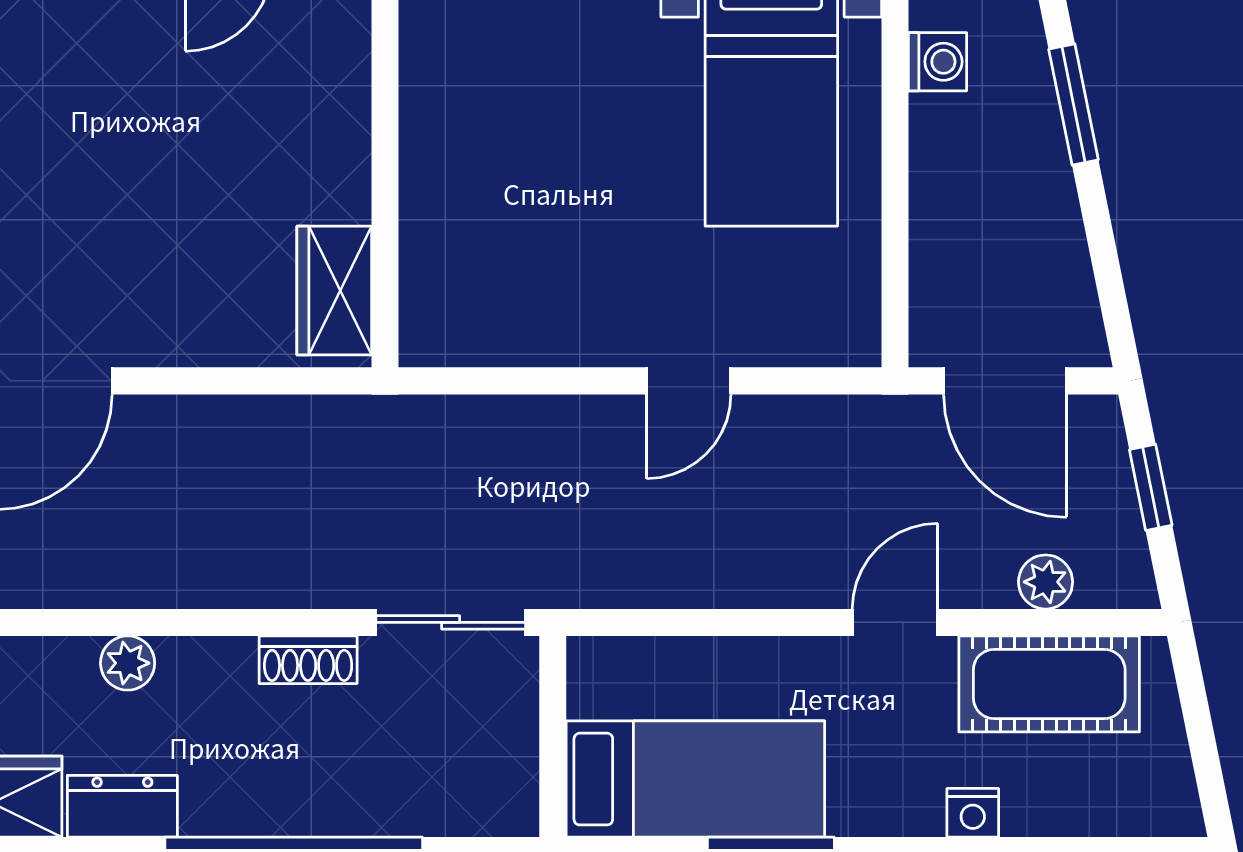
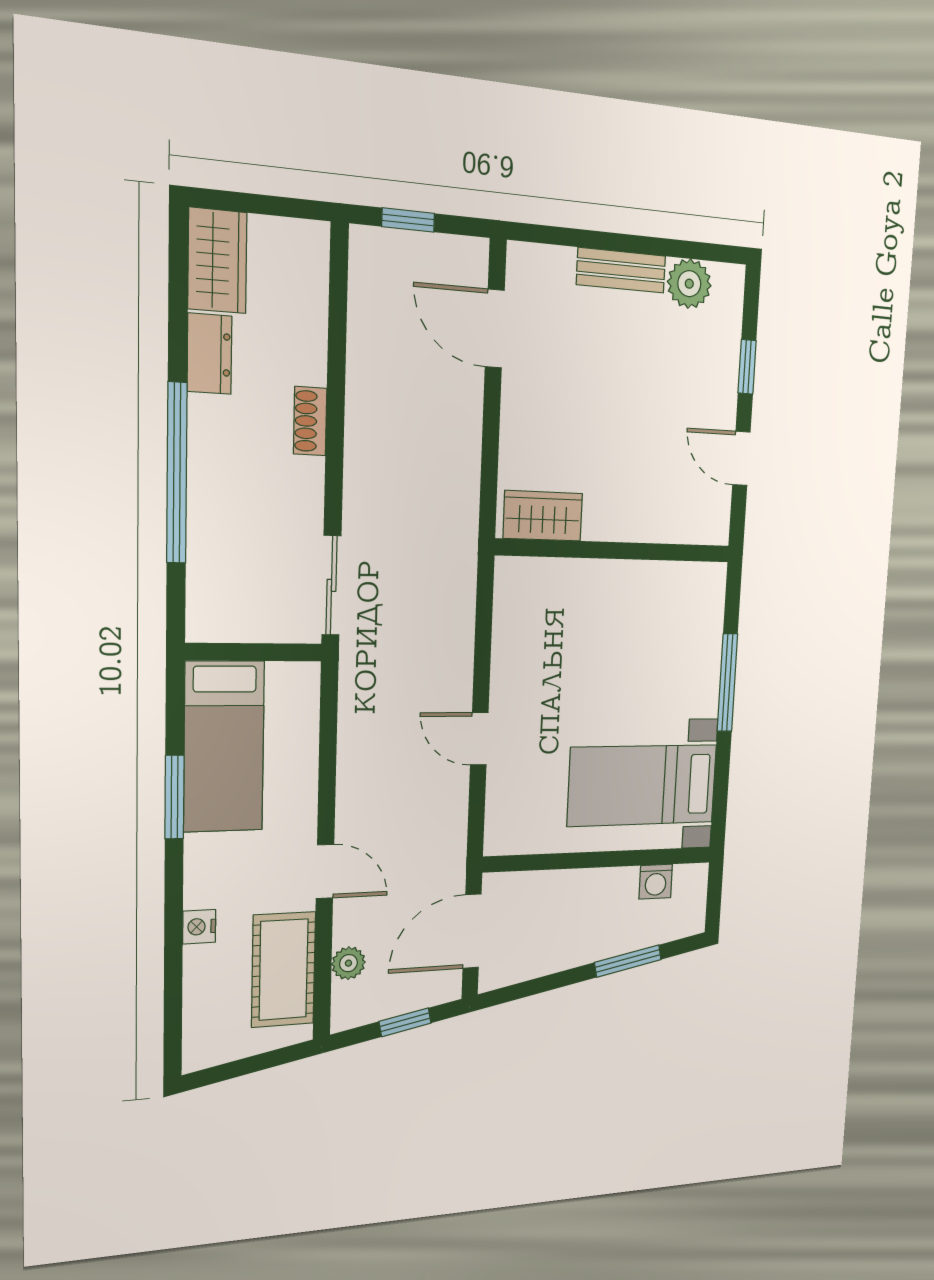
shoe rack: (308, 660) -> (310, 421), moved
plant: (128, 663) -> (309, 365), removed

